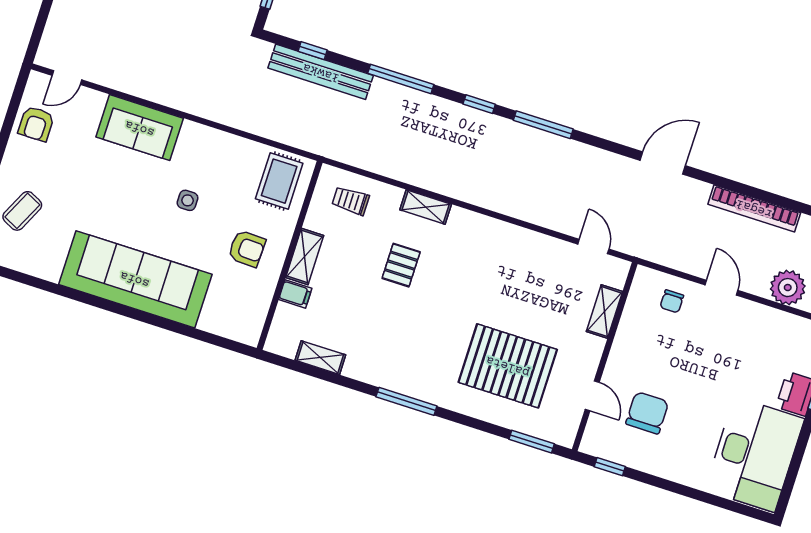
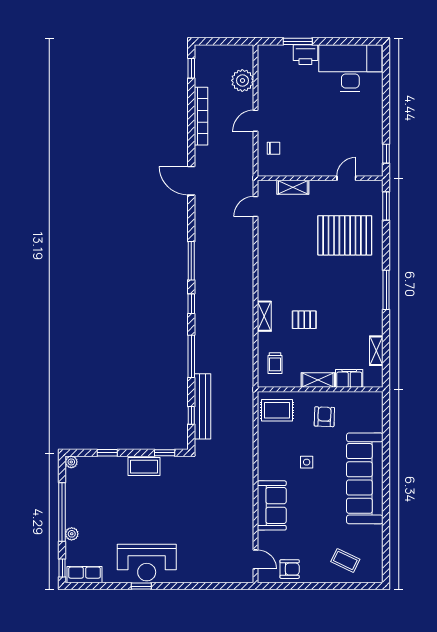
filing cabinet: (295, 294) -> (349, 378), width x2.00
pallet: (508, 366) -> (345, 235), turned 90
chair: (647, 413) -> (346, 141), removed

